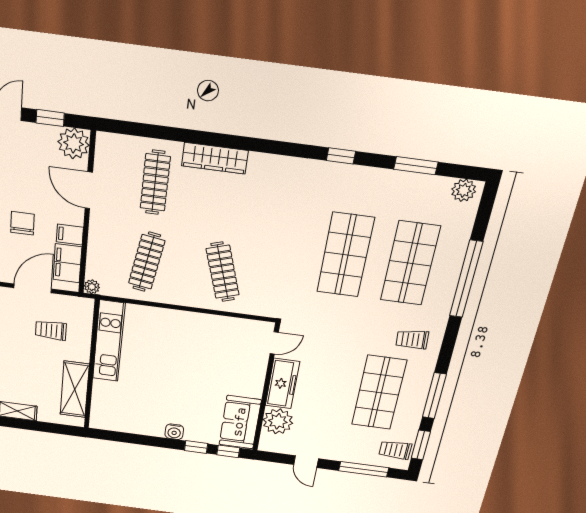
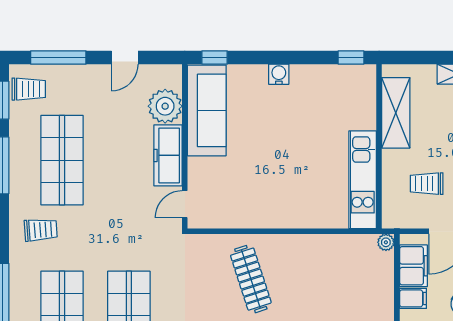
clothes rail: (147, 262) -> (331, 279), removed
trolley: (51, 330) -> (427, 184), turned 180
sofa: (240, 422) -> (207, 110), width x1.36
window: (196, 447) -> (351, 58), moved
door: (306, 462) -> (125, 58), swing flipped

